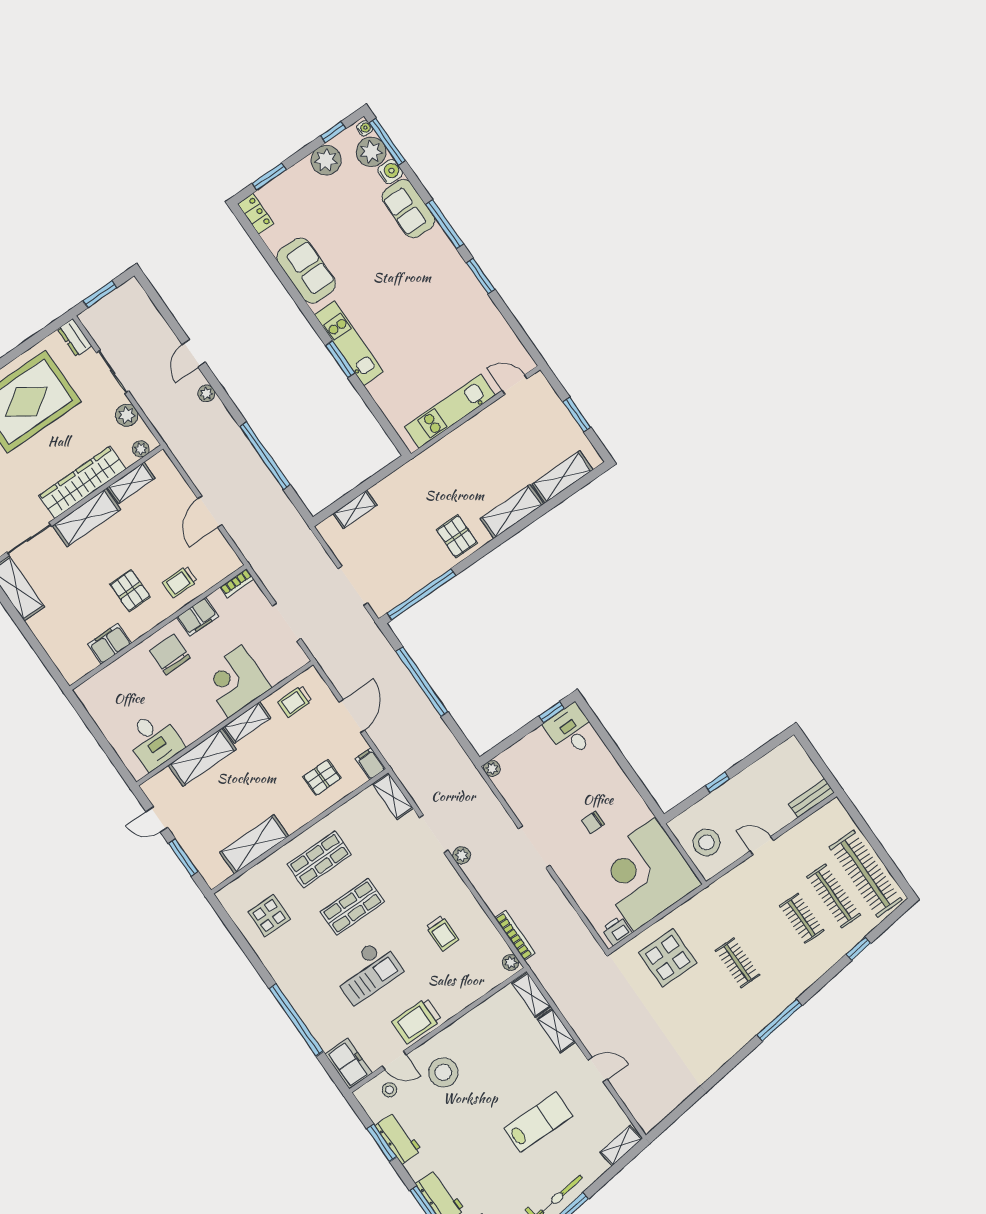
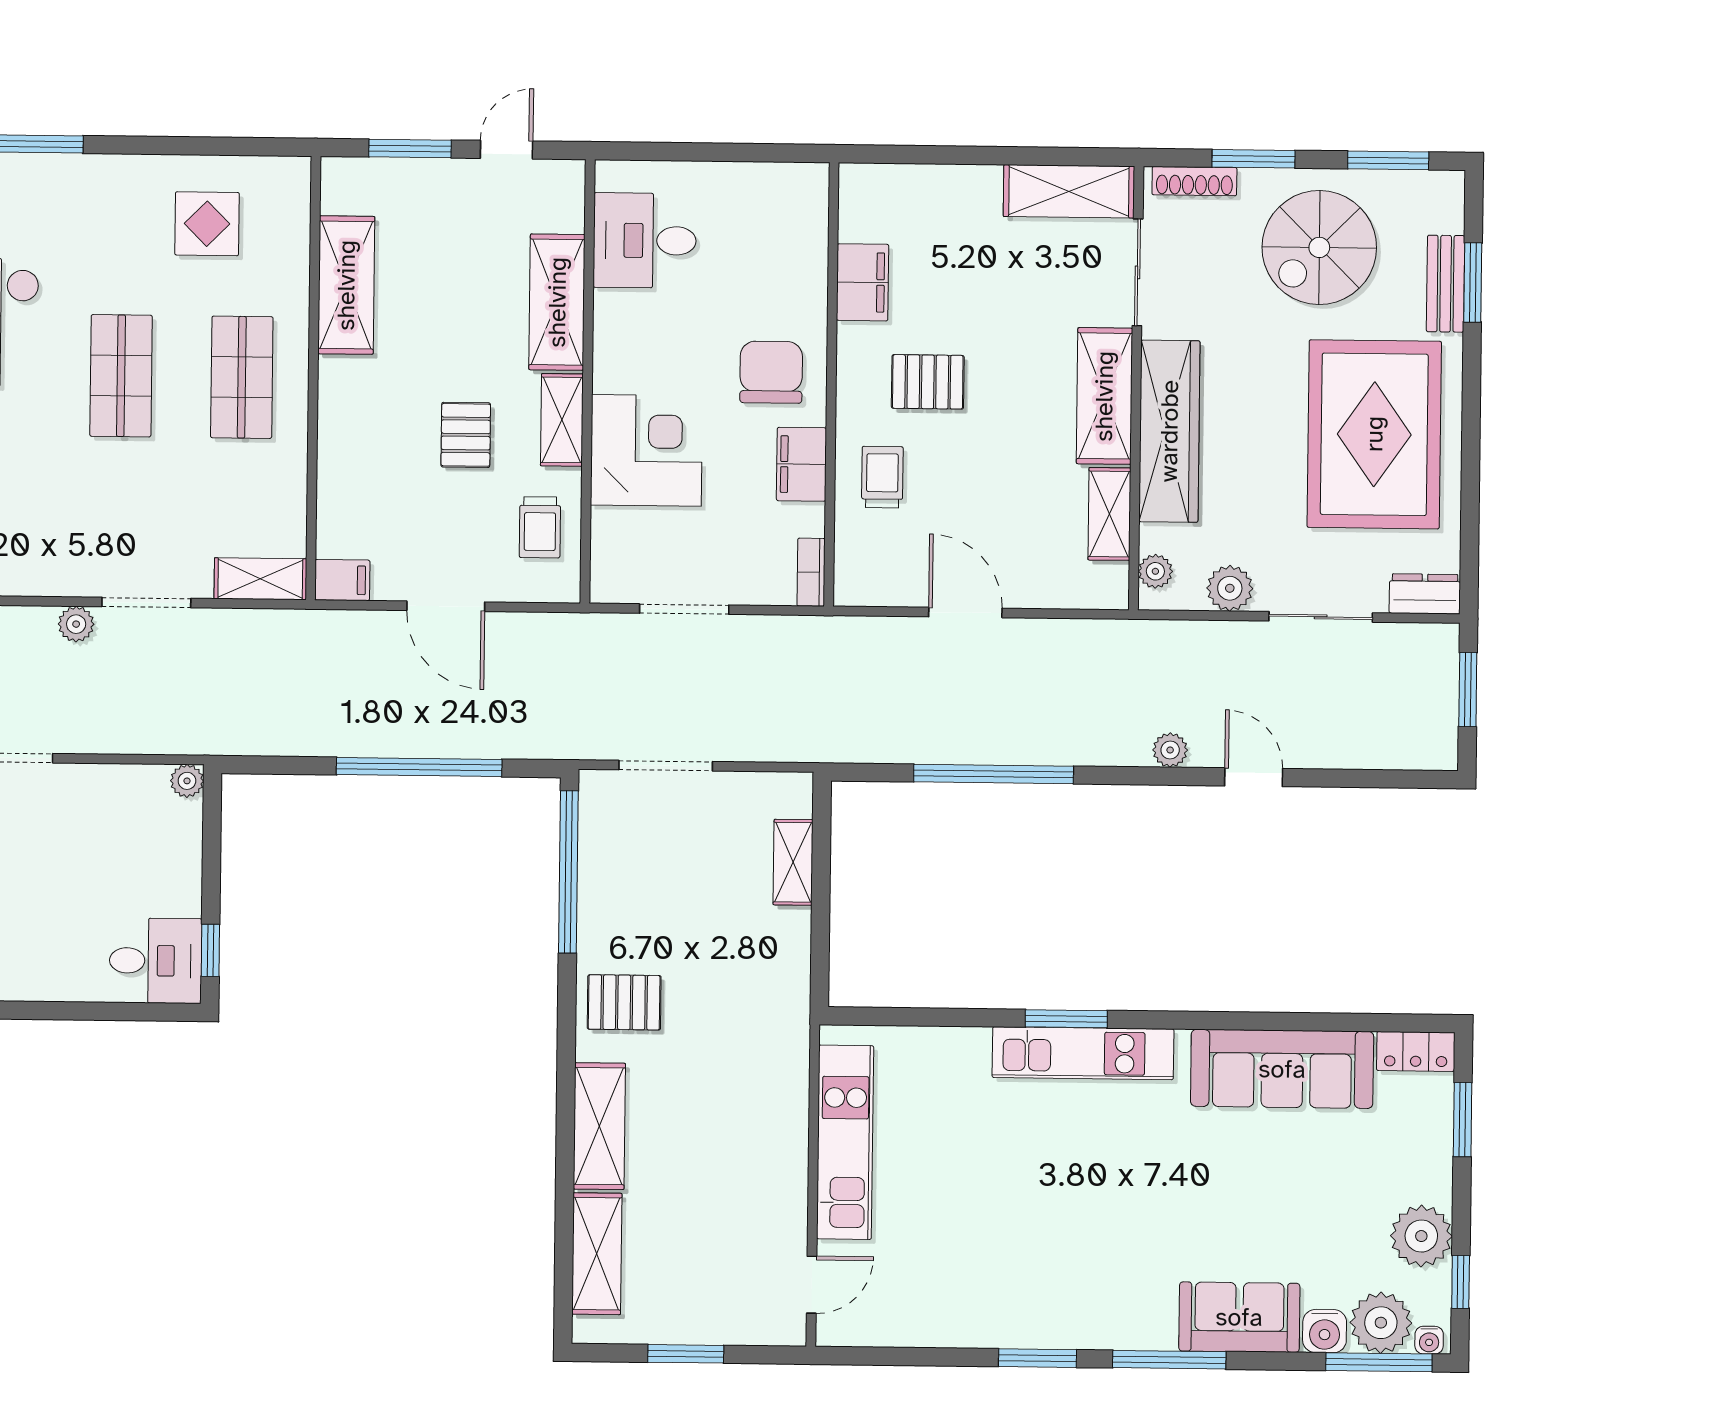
sofa: (306, 271) -> (1282, 1069), width x1.36
chair: (170, 654) -> (771, 372), turned -90
trolley: (295, 701) -> (540, 527), turned 180
pallet: (322, 778) -> (466, 435), moved

